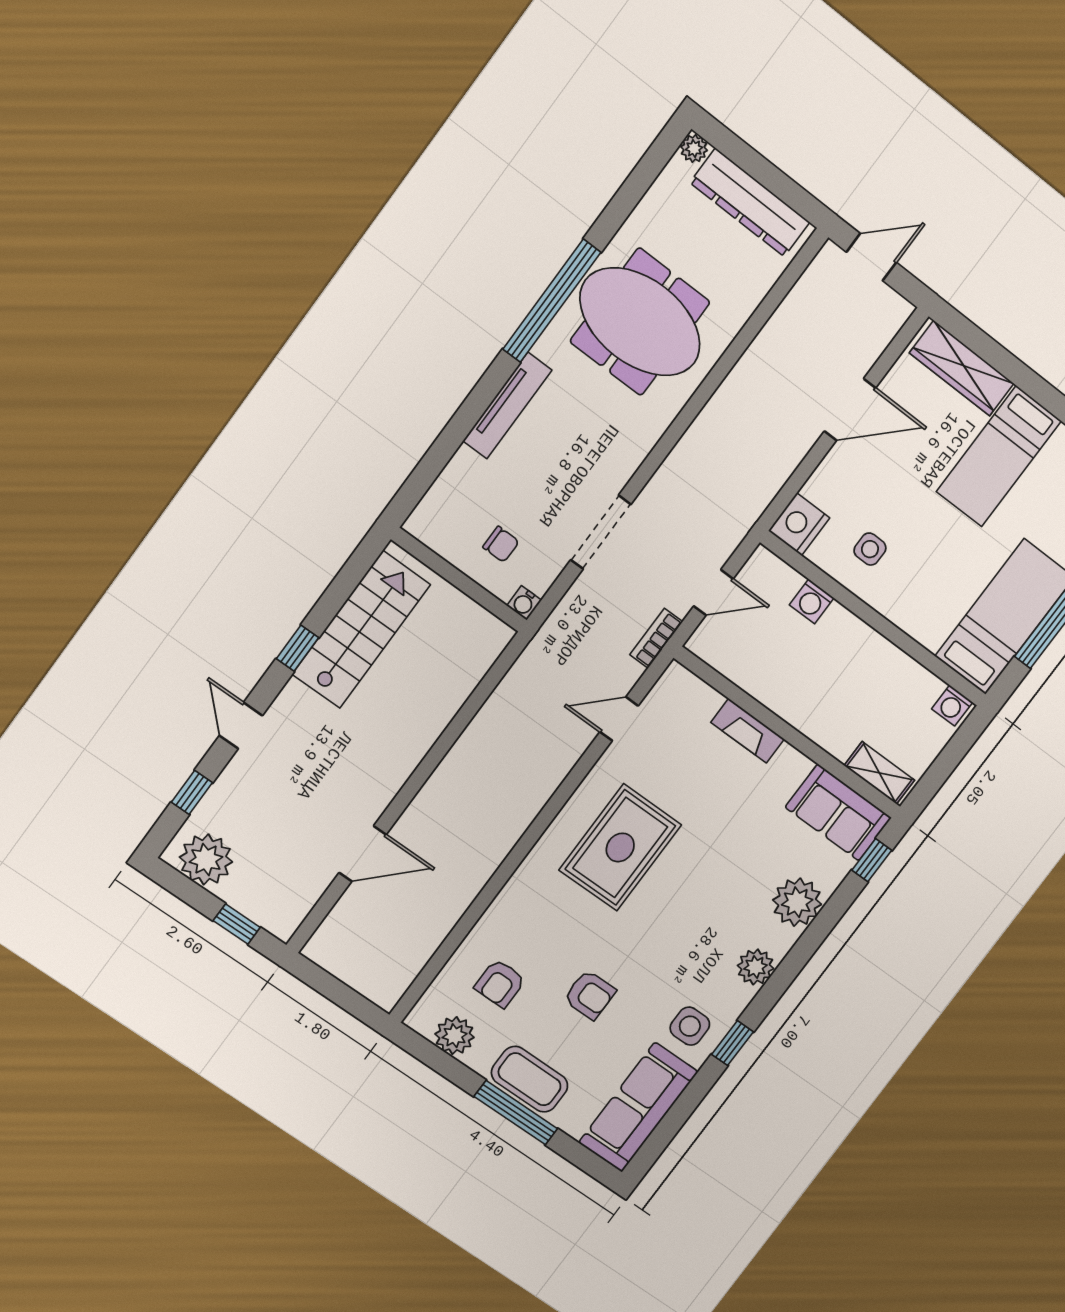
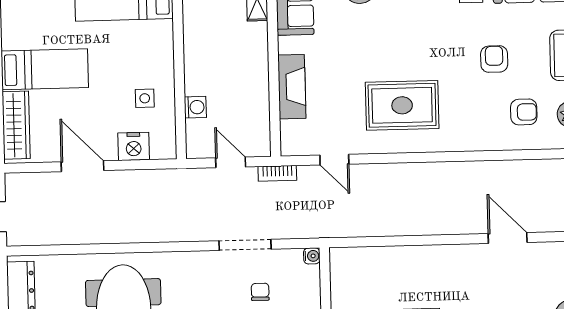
nightstand: (799, 524) -> (134, 146), moved
chair: (501, 544) -> (260, 292), moved
fireplace: (748, 731) -> (292, 87), width x1.37, depth x1.32

